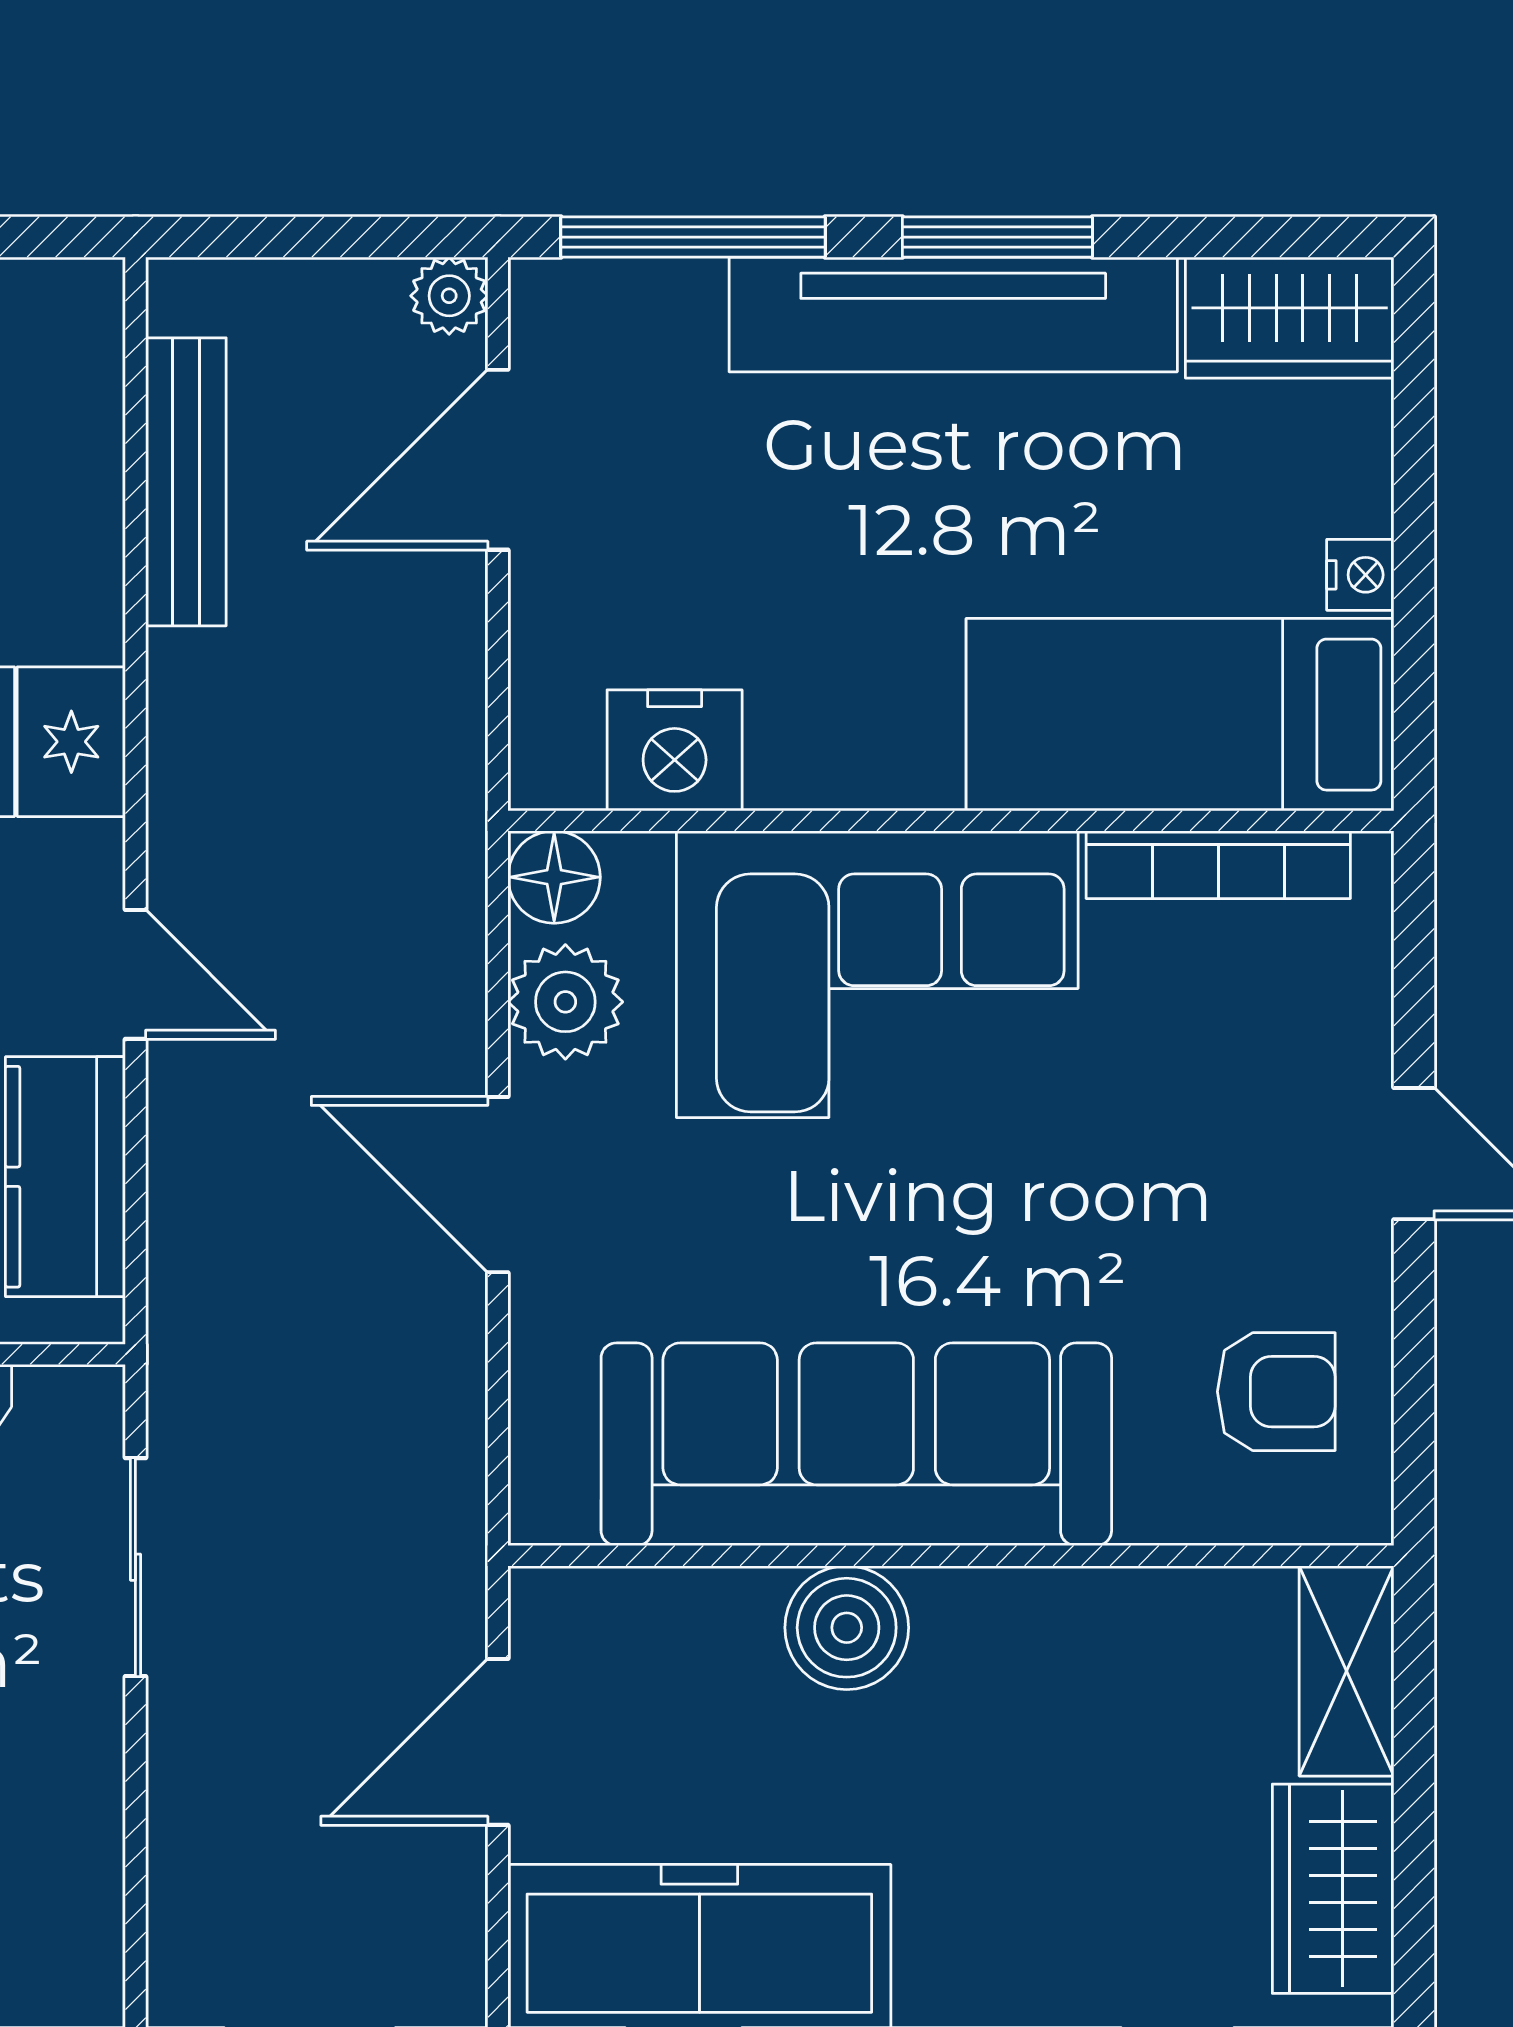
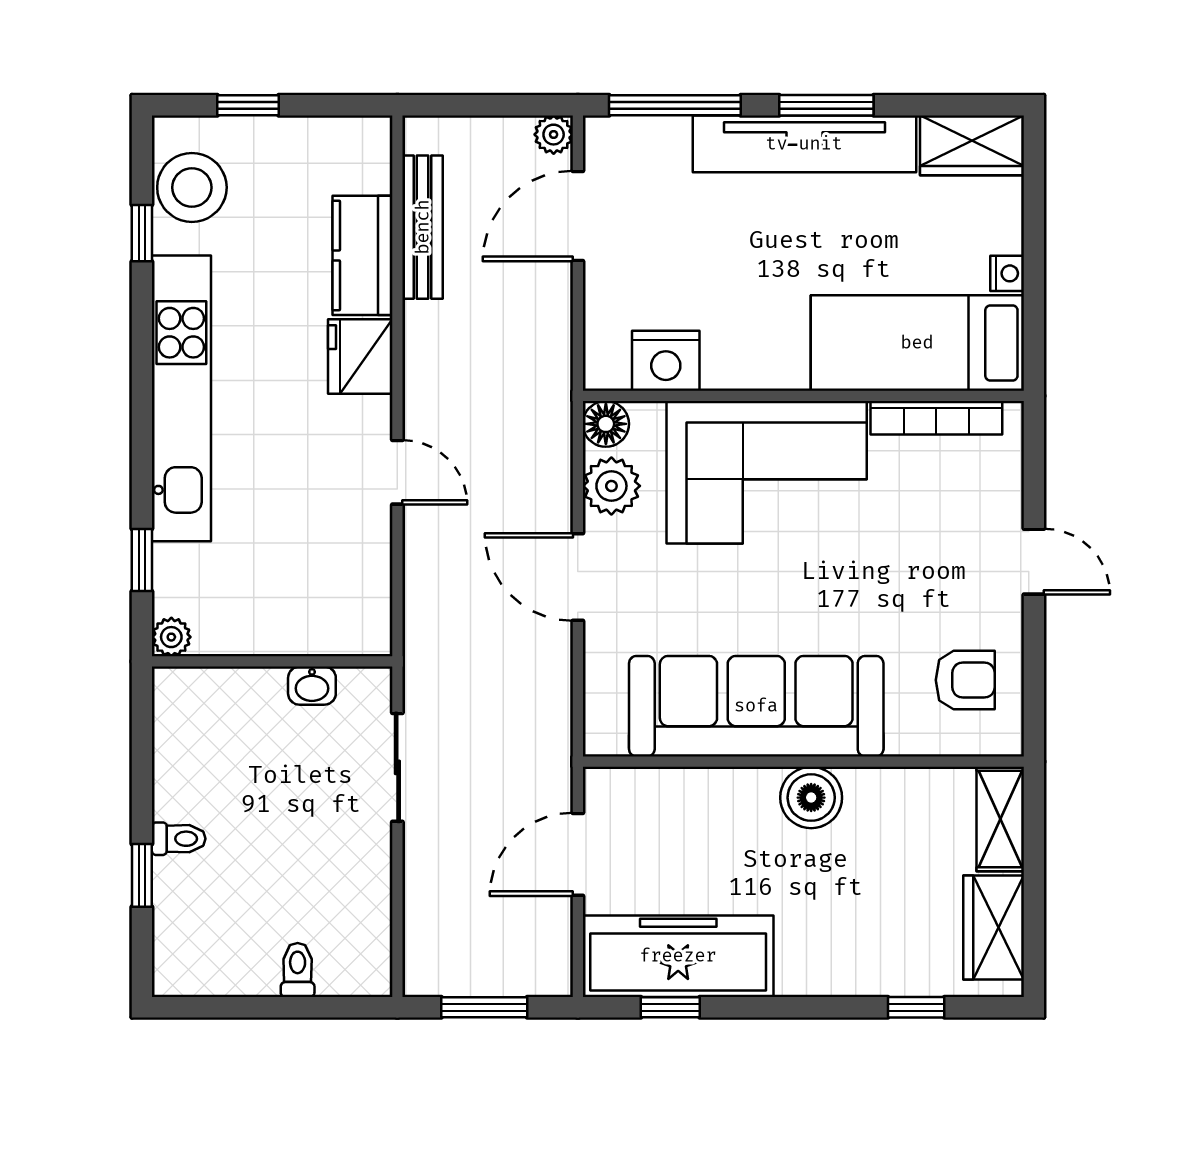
kitchen counter: (65, 1177) -> (363, 255), moved
boiler: (847, 1628) -> (811, 798), moved

